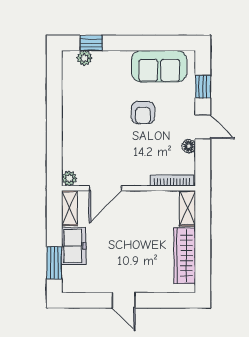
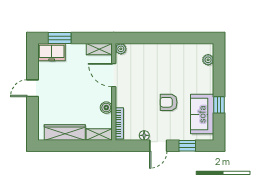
window: (91, 43) -> (219, 105), moved
boiler: (150, 198) -> (106, 108), added
freezer: (74, 246) -> (52, 52), moved

